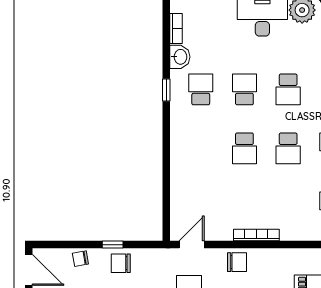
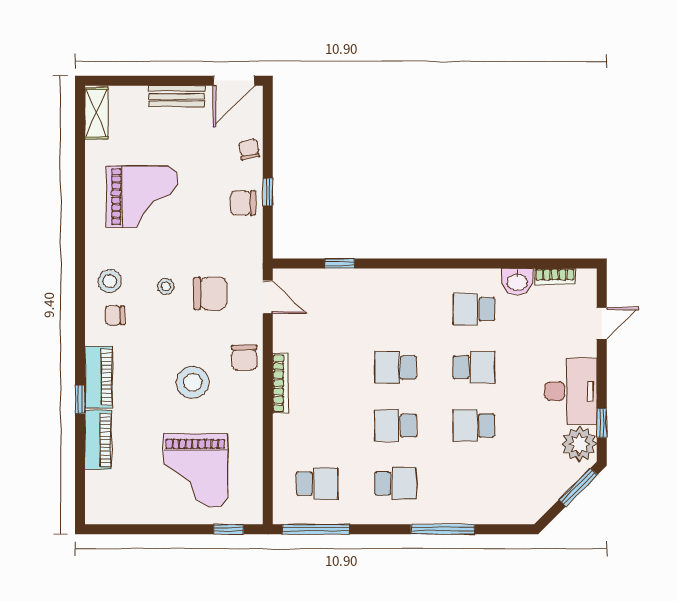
school desk: (201, 89) -> (474, 309), turned 180
window: (166, 90) -> (340, 263), moved
chair: (121, 263) -> (243, 203), turned -90

